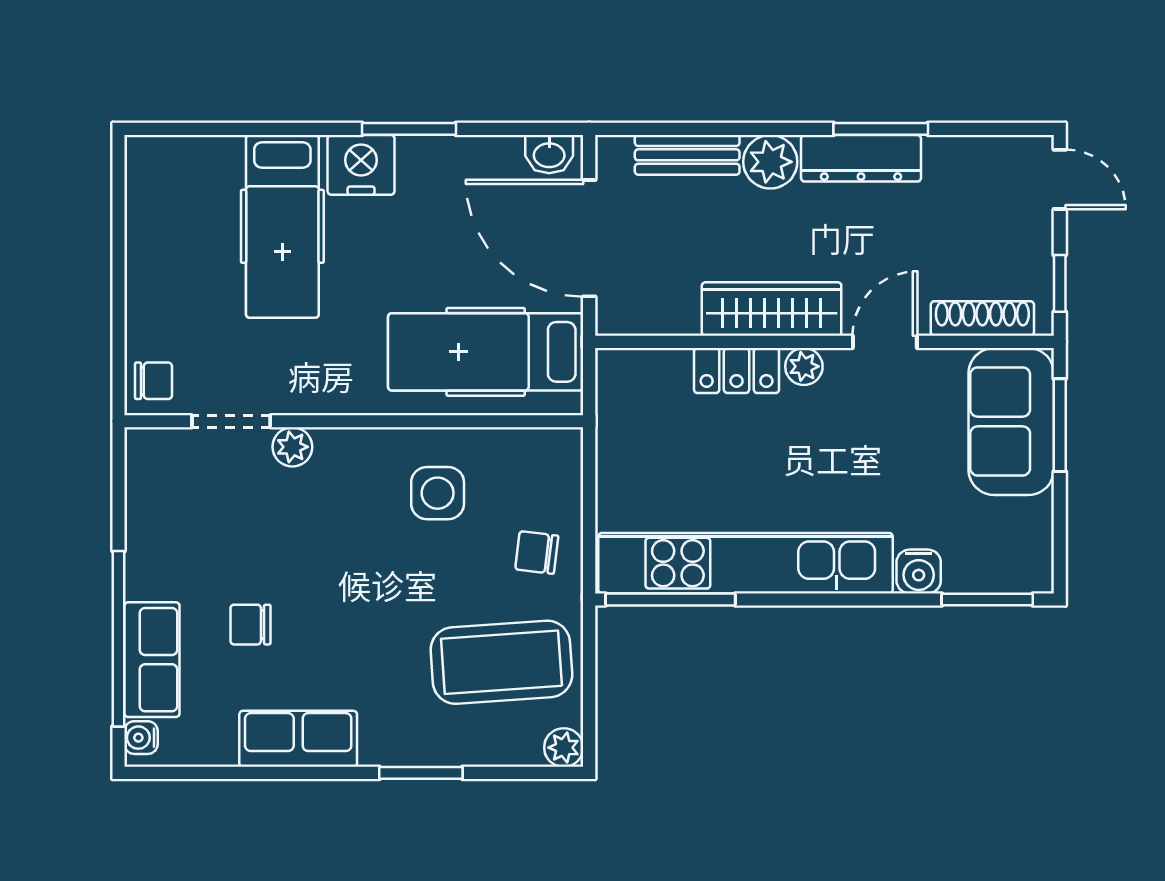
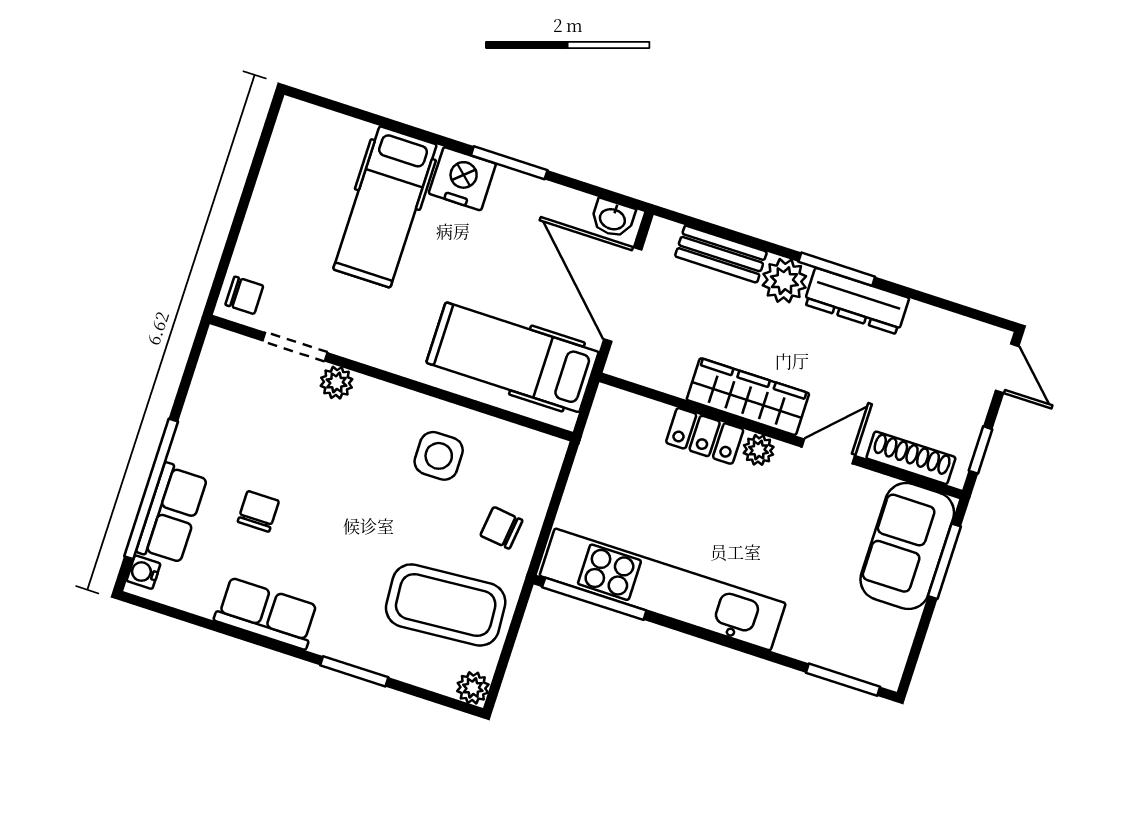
window: (881, 129) -> (837, 269), moved
water cooler: (919, 572) -> (796, 640), removed
chair: (250, 625) -> (258, 511), turned 90

